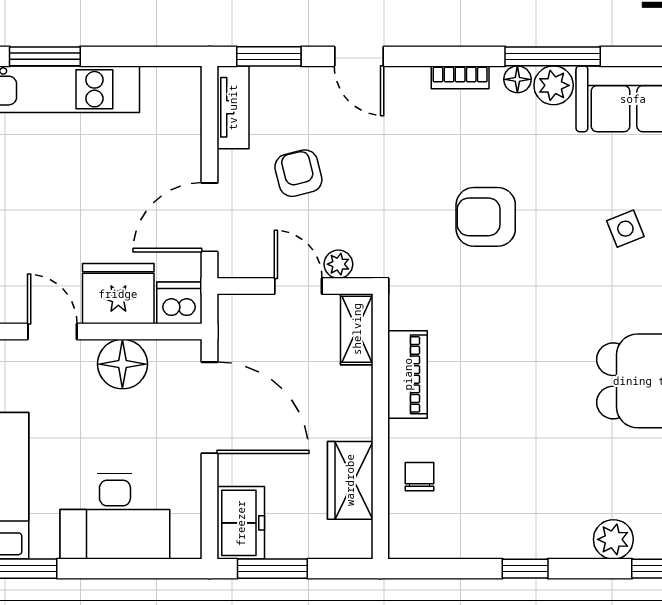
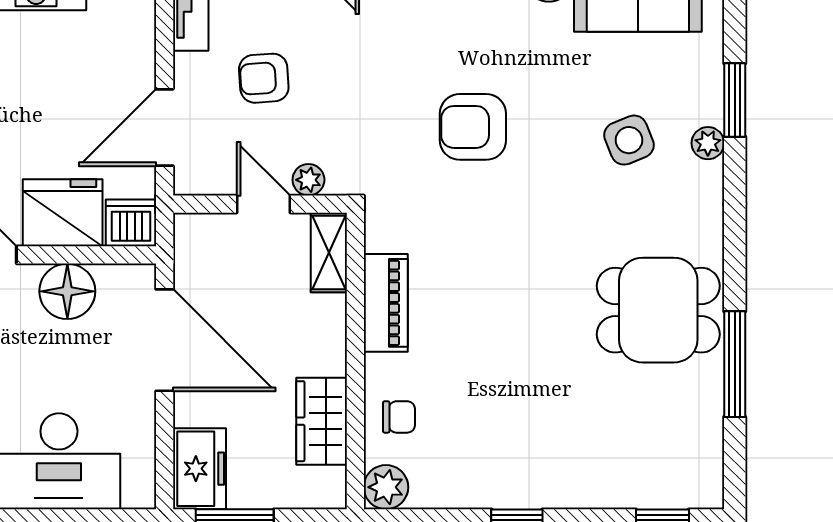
armchair: (298, 173) -> (264, 78), turned -80
side table: (625, 229) -> (629, 140), width x1.37, depth x1.37
chair: (419, 477) -> (399, 417), turned 90
plant: (613, 539) -> (386, 487), moved

